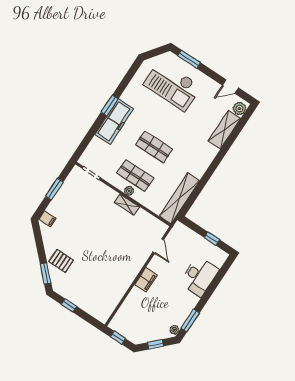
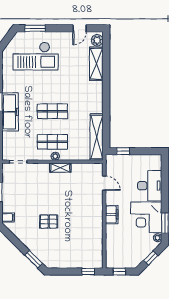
window: (212, 239) -> (123, 151), moved
pallet: (61, 261) -> (49, 222), moved
corner desk: (176, 304) -> (146, 217), added
window: (69, 305) -> (88, 272), moved

